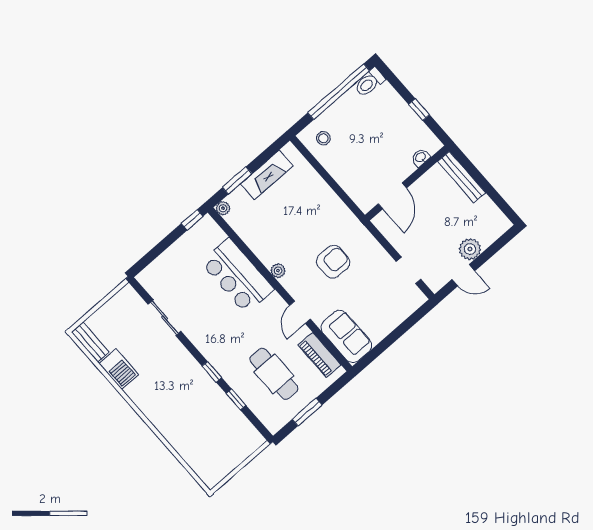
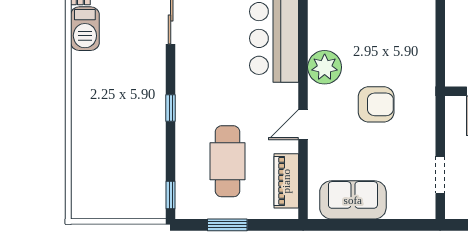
plant: (278, 271) -> (325, 67), width x1.88, depth x1.88
sofa: (346, 336) -> (353, 200), moved, turned -90
window: (236, 399) -> (171, 195), moved

